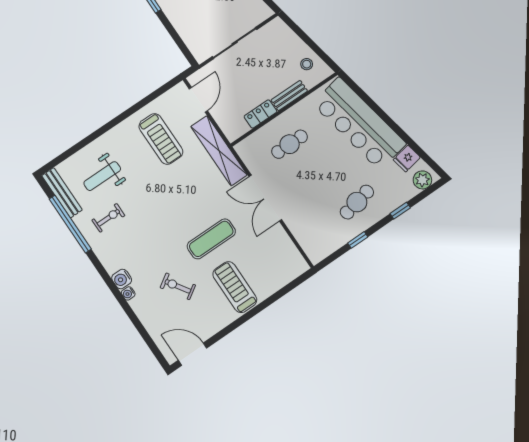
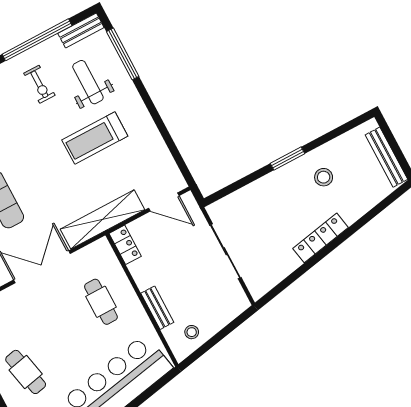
locker: (260, 114) -> (125, 245), moved
treadmill: (161, 139) -> (95, 138), moved
window: (75, 149) -> (123, 54), added
bench: (62, 193) -> (81, 30), width x0.73

